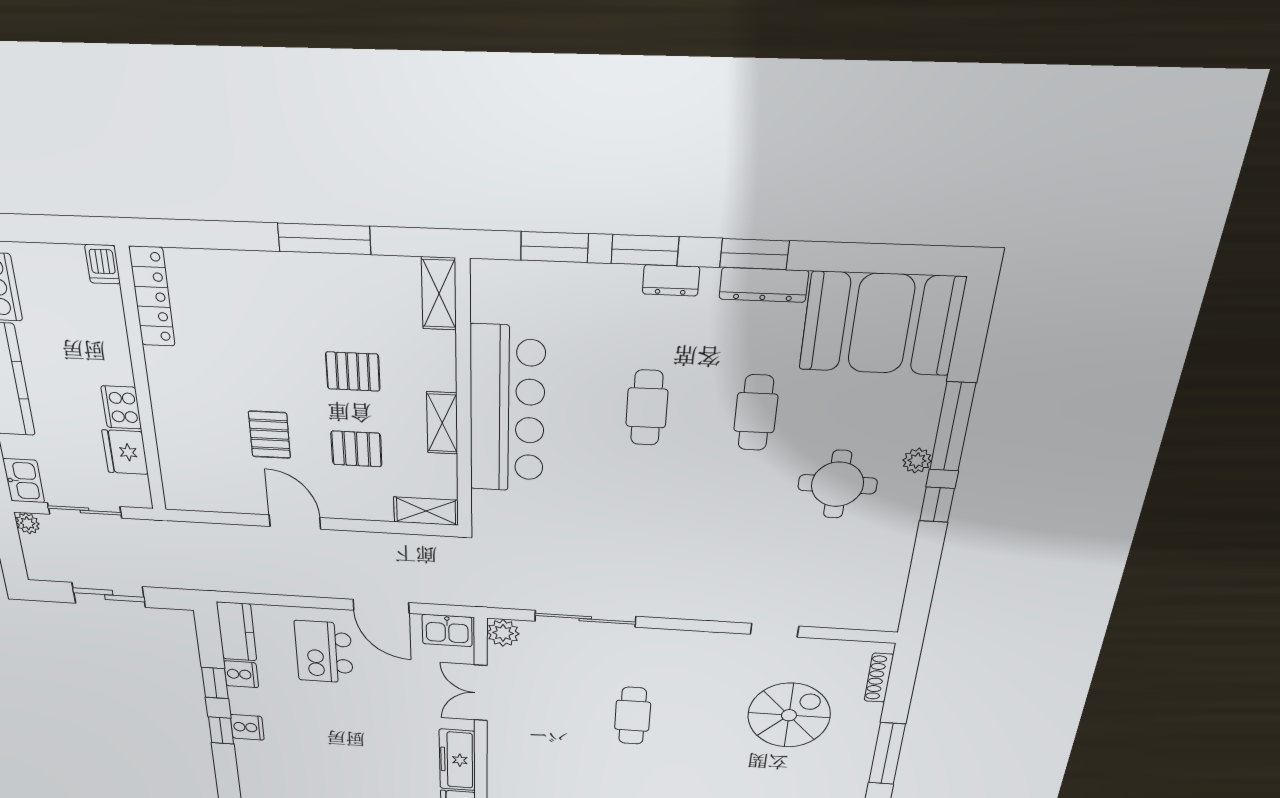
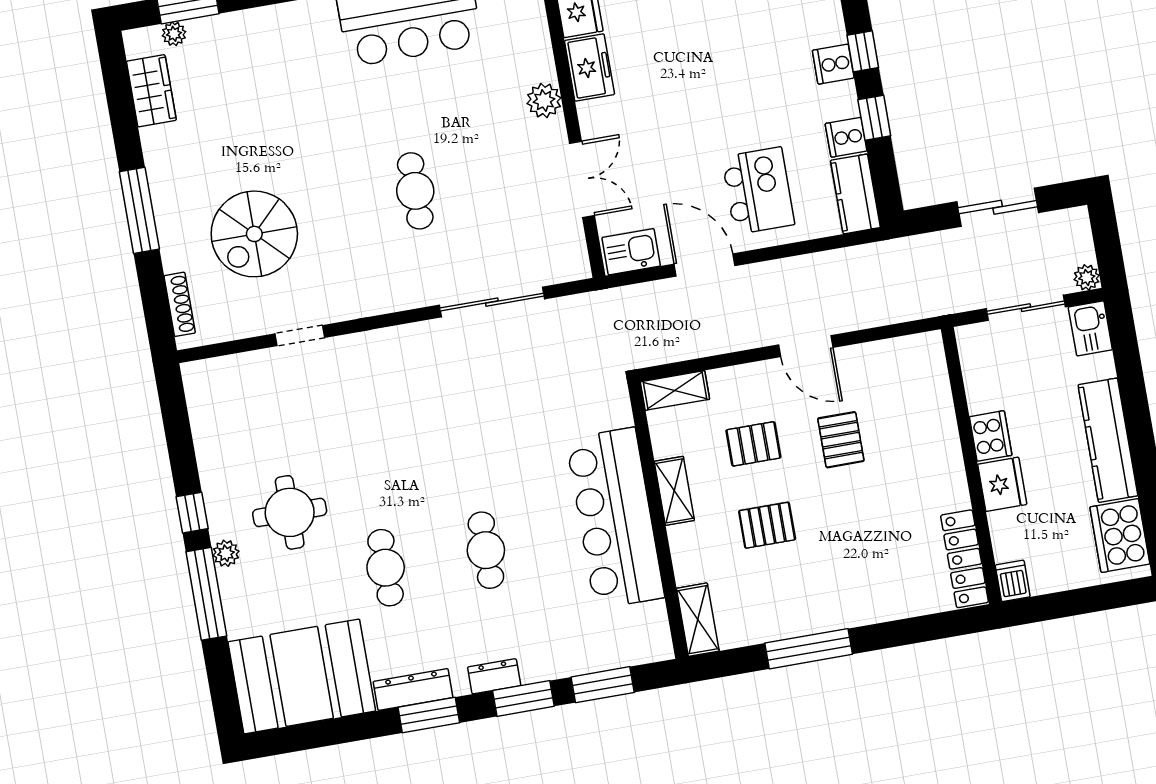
fridge: (125, 452) -> (1002, 484), moved
plant: (503, 633) -> (544, 101), moved
freezer: (457, 760) -> (589, 68), width x0.71

